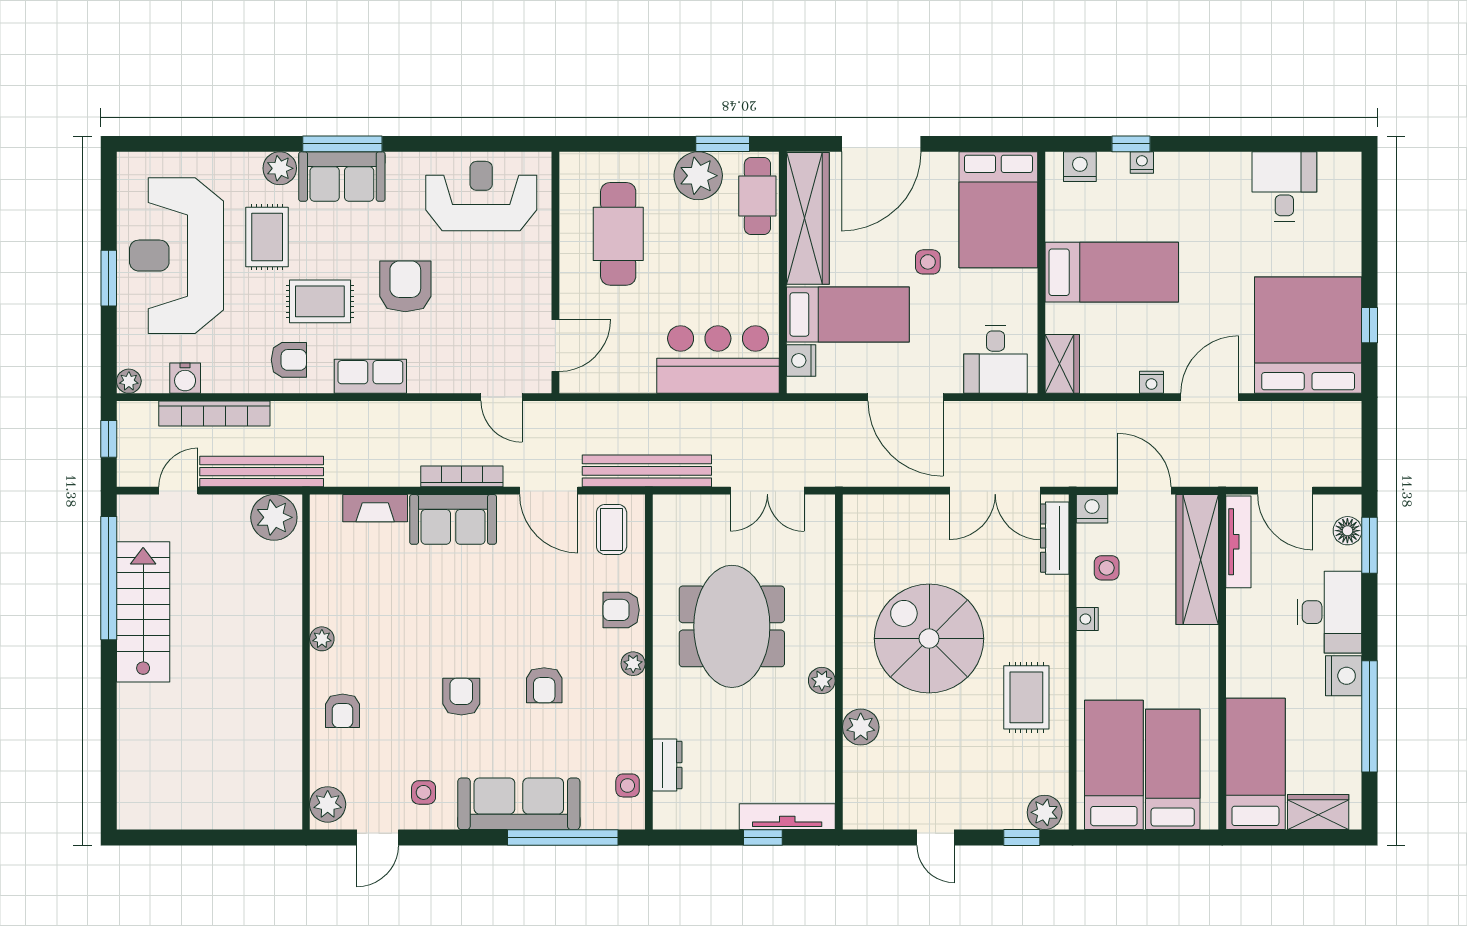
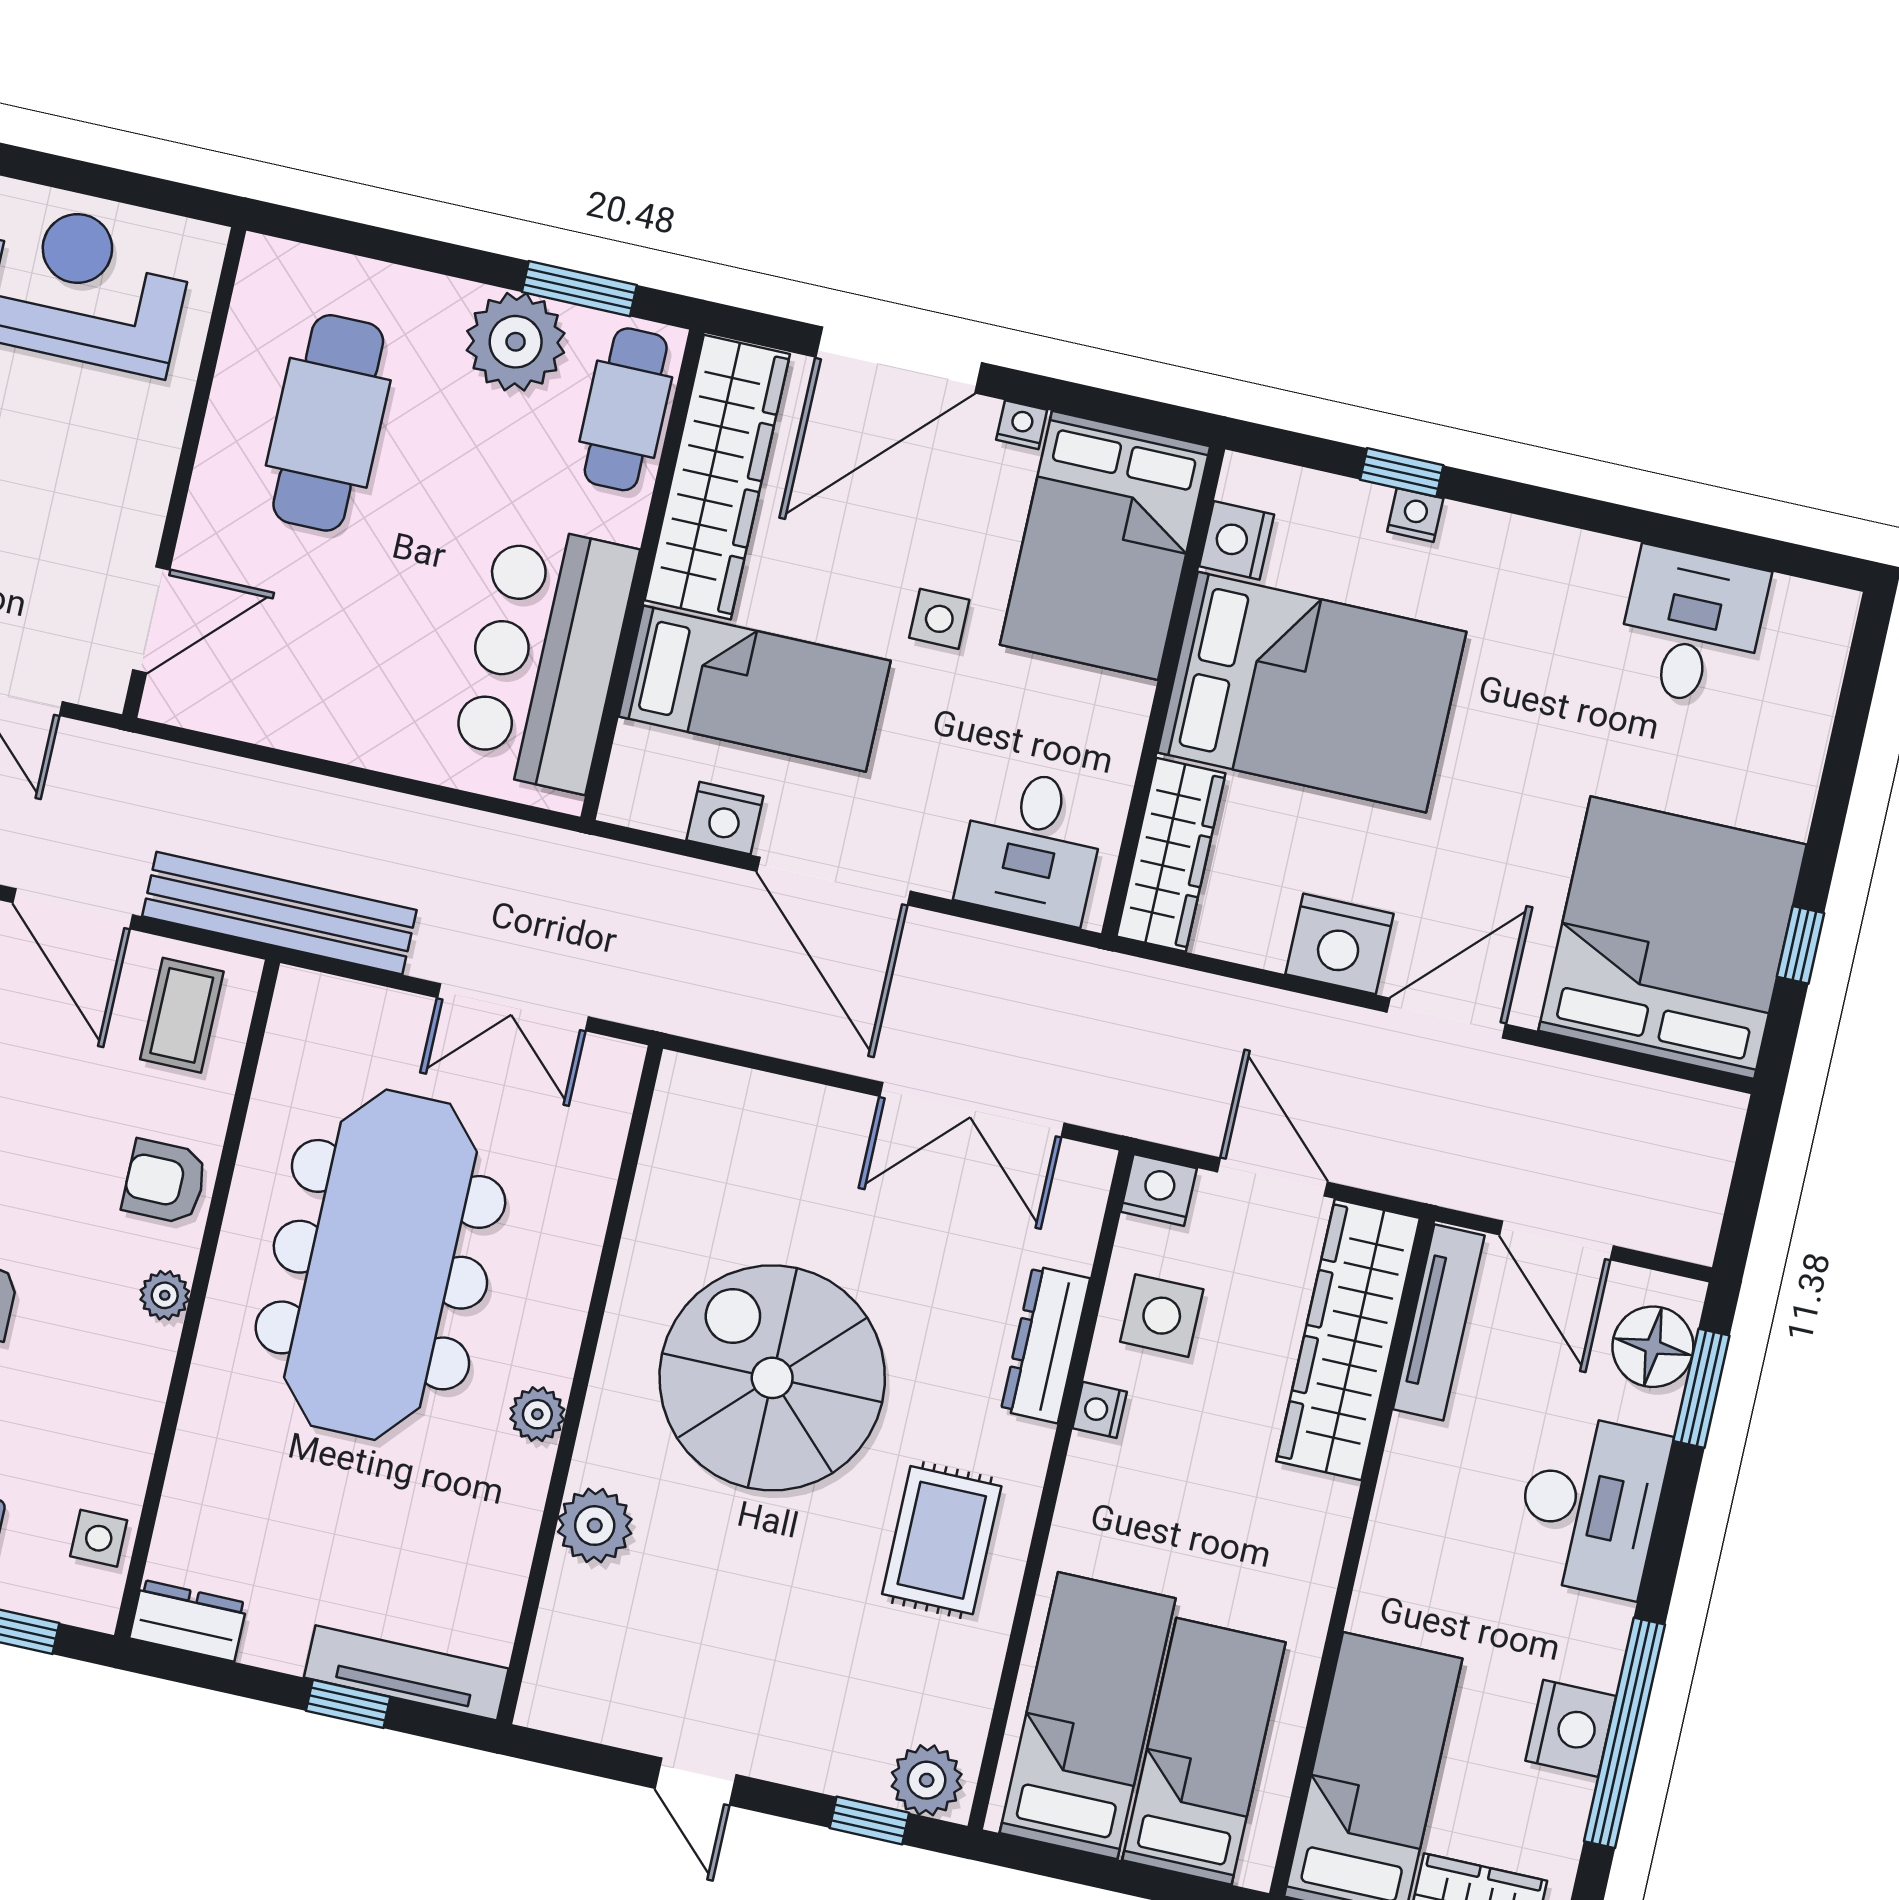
nightstand: (946, 162) -> (1022, 425), added
nightstand: (1080, 167) -> (1237, 540), moved, turned -90
bed: (1112, 272) -> (1312, 692), width x1.50
bar counter: (718, 360) -> (544, 657), moved, turned -90
nightstand: (801, 360) -> (725, 818), moved, turned -90
wardrobe: (1062, 364) -> (1171, 855), width x1.50
nightstand: (1151, 382) -> (1340, 944), width x1.89, depth x1.79
floor lamp: (1347, 531) -> (1653, 1347), width x1.38, depth x1.38
dresser: (1055, 538) -> (1045, 1345), moved
side table: (1107, 568) -> (1162, 1316), width x1.37, depth x1.37
meeting table: (732, 626) -> (380, 1265), width x1.36
nightstand: (1344, 676) -> (1571, 1728), moved
dresser: (667, 765) -> (188, 1621), moved, turned -90

